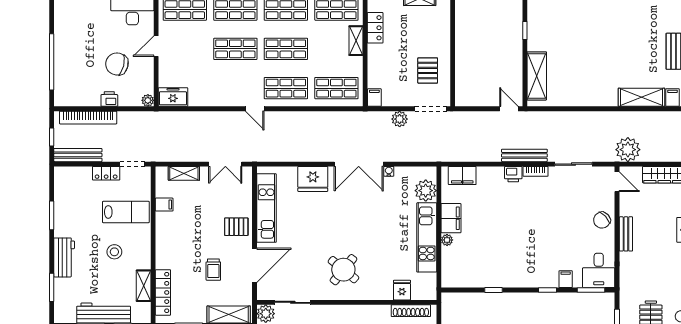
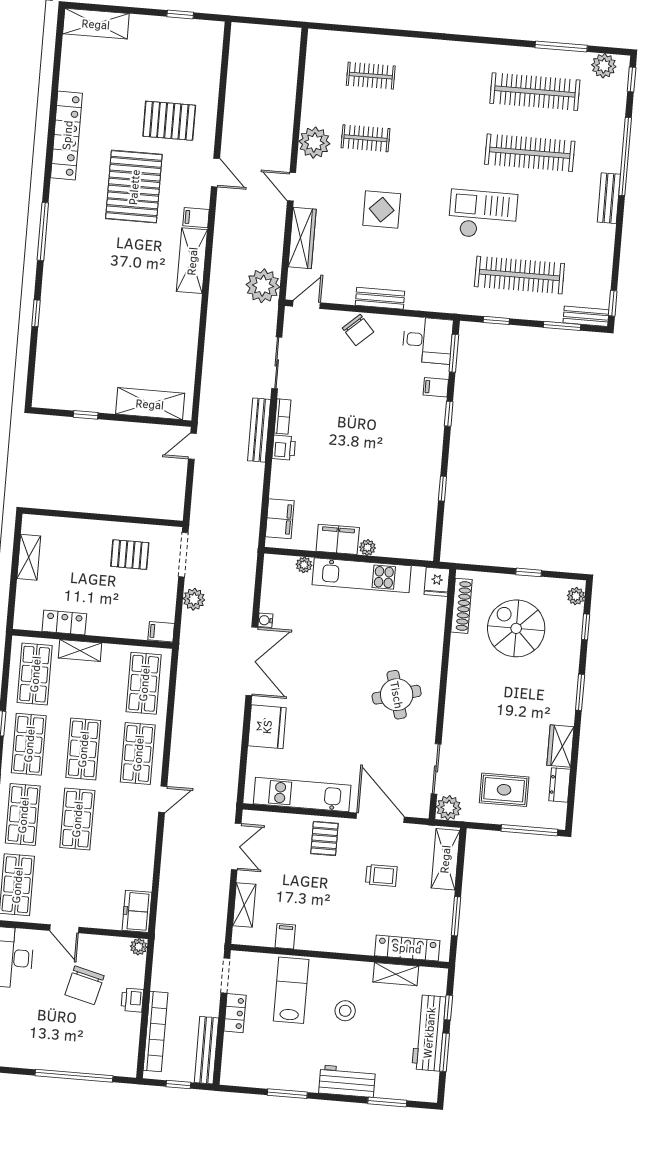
plant: (426, 191) -> (304, 565), width x0.53, depth x0.53
round table: (343, 270) -> (397, 695), turned 36
fridge: (402, 290) -> (437, 582), moved, turned -90

